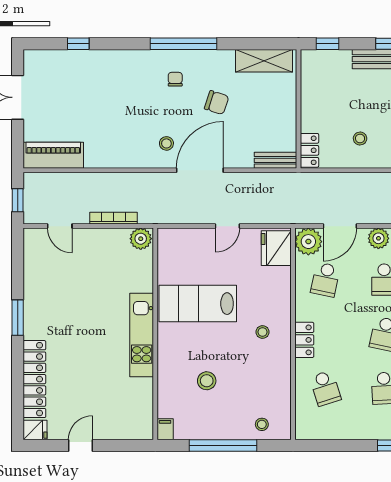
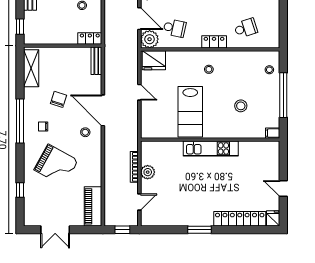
grand piano: (116, 99) -> (56, 165), added
plant: (141, 239) -> (148, 172), moved

